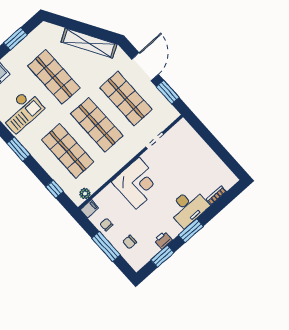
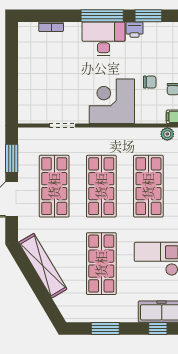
desk: (188, 207) -> (104, 39), moved
window: (191, 231) -> (102, 16), width x1.44
chair: (130, 242) -> (150, 82), moved

